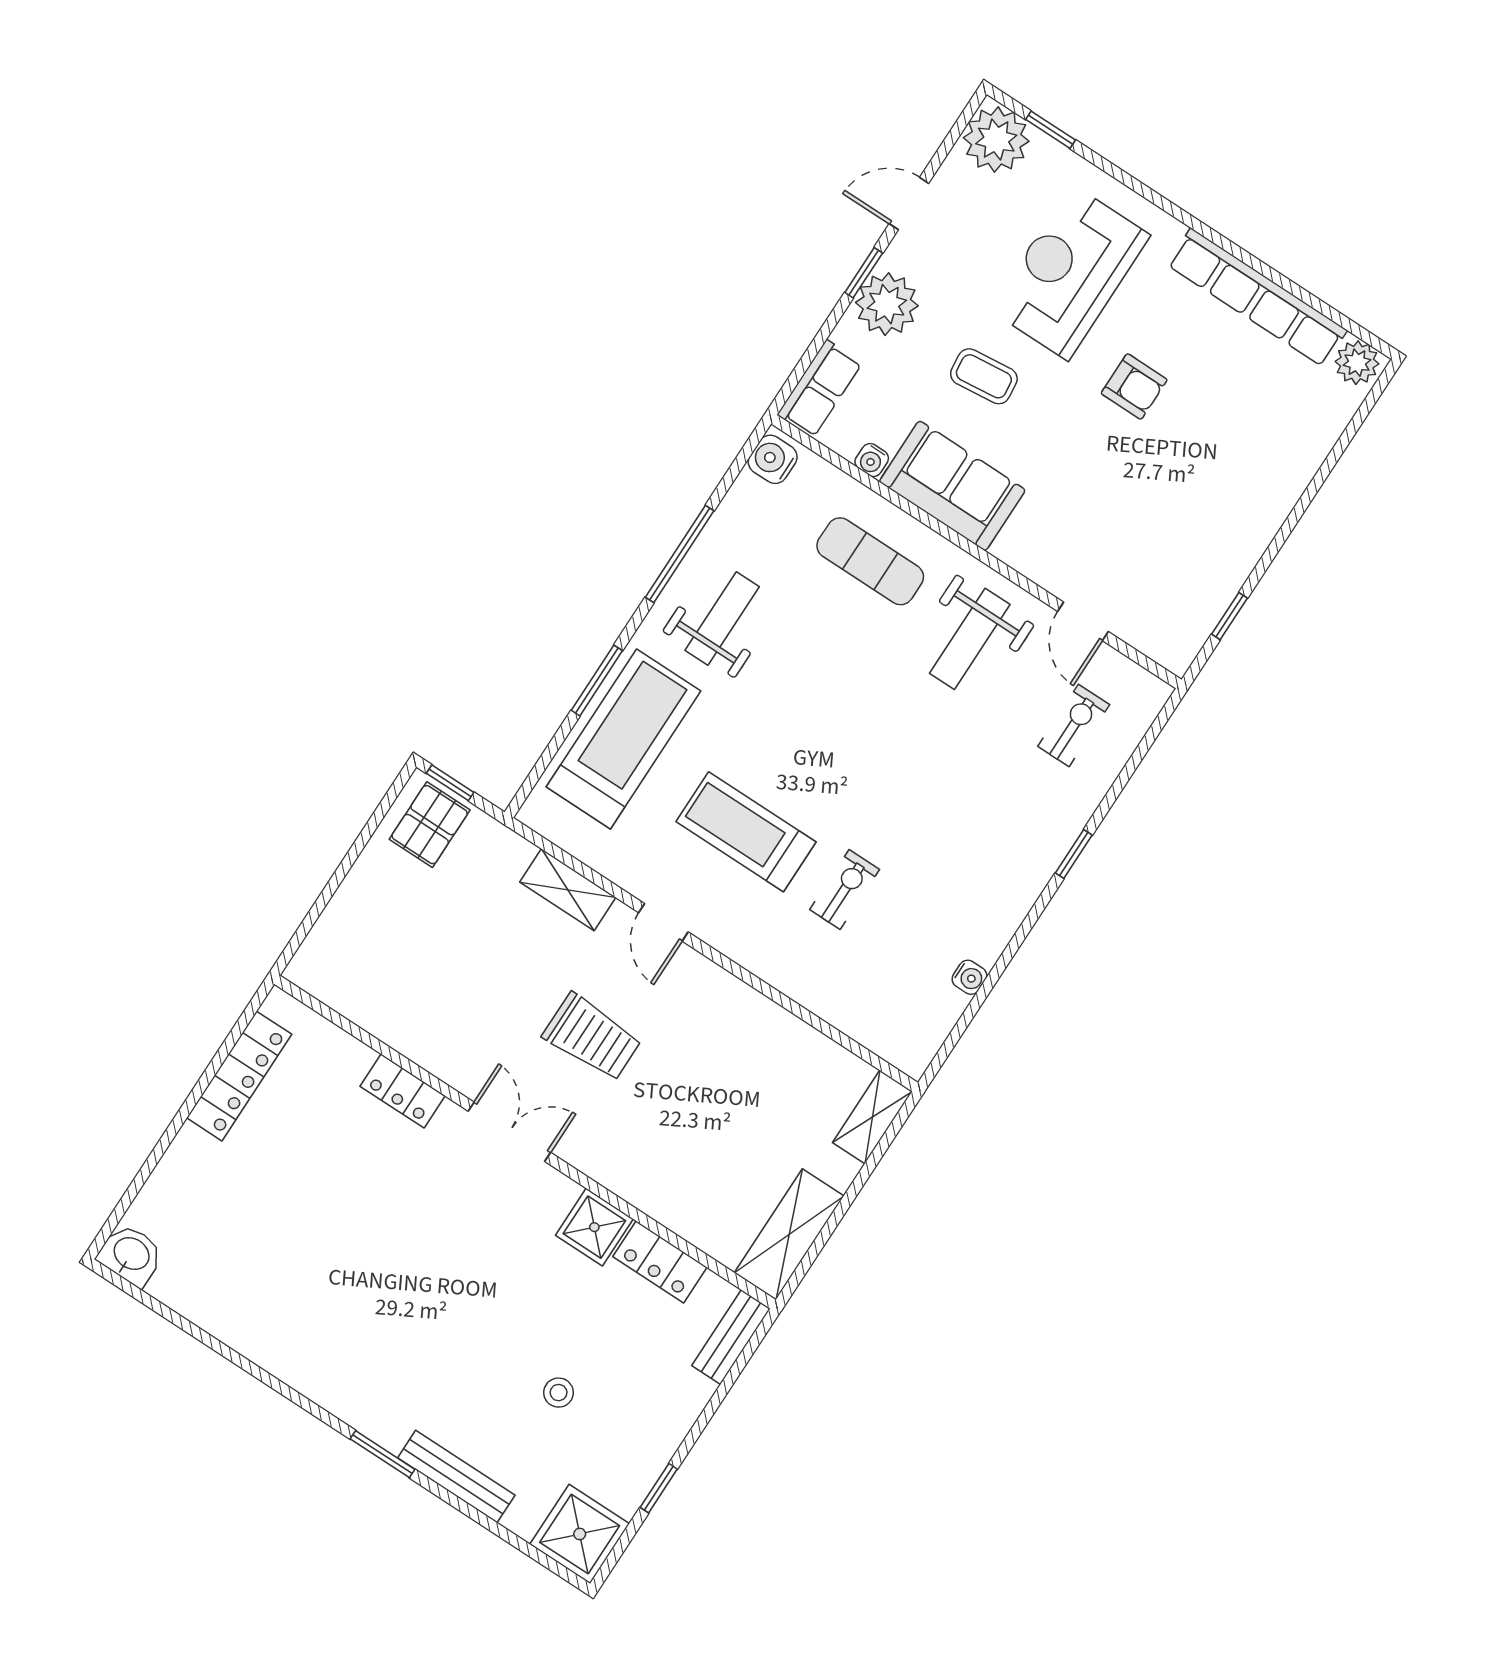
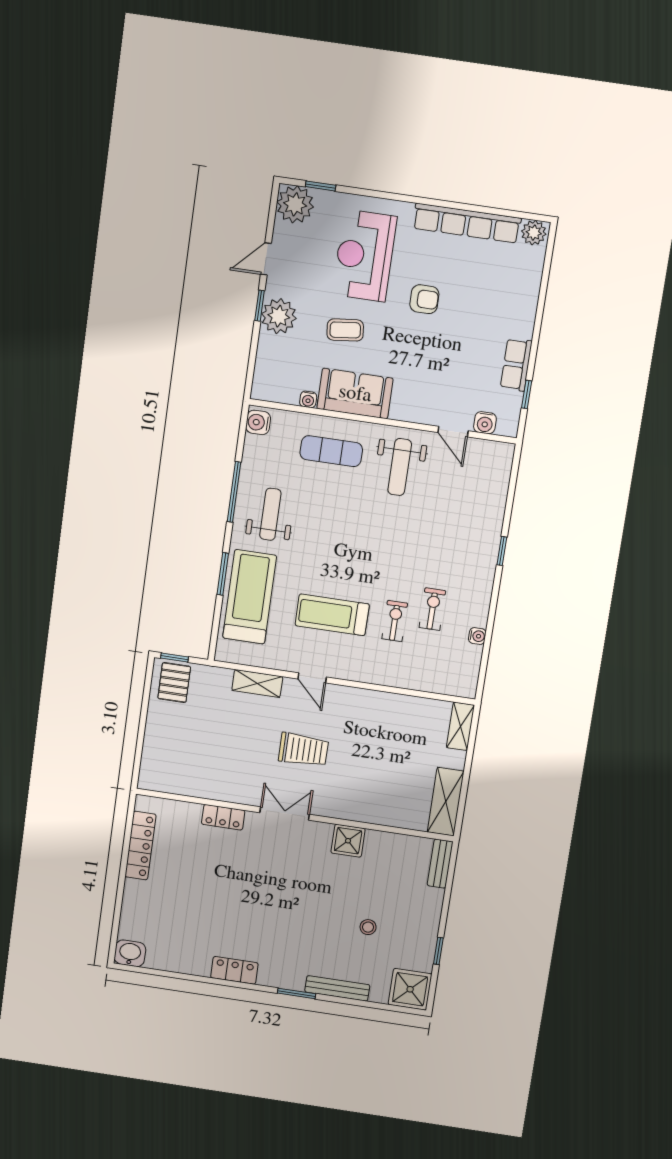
row of seats: (820, 389) -> (516, 365), moved, turned 180
water cooler: (1141, 631) -> (485, 423), added
exercise bike: (1074, 725) -> (432, 609), moved
locker: (660, 1262) -> (234, 970), moved, turned 180

